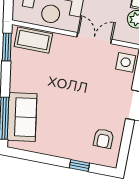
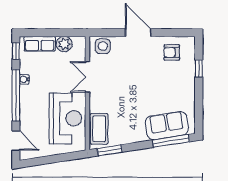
armchair: (103, 138) -> (172, 52), turned 180

